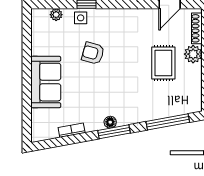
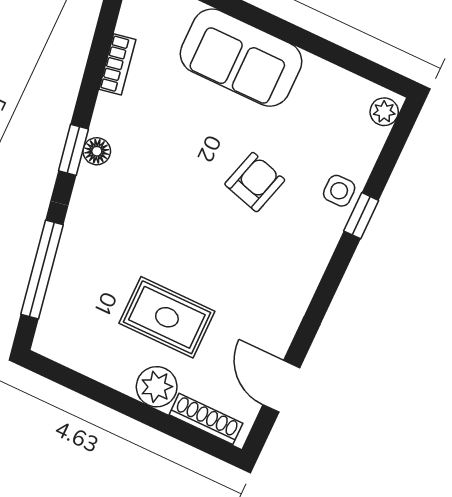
plant: (56, 15) -> (384, 112), moved
window: (114, 132) -> (73, 150), width x0.67

